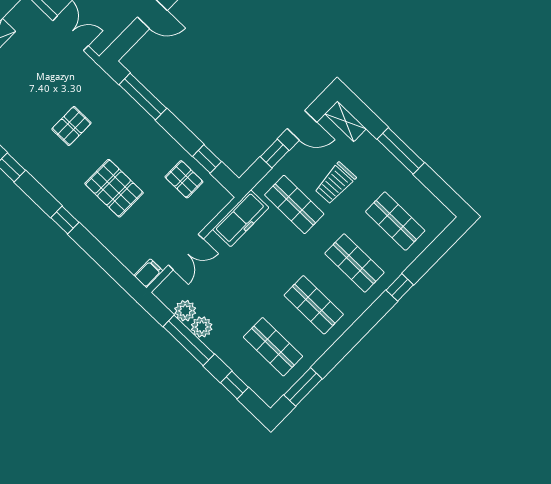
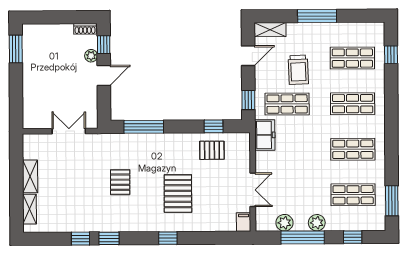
window: (275, 154) -> (248, 100), moved
pallet: (114, 188) -> (178, 194), turned 90
freezer: (241, 218) -> (265, 135), width x0.71
window: (400, 287) -> (391, 55), moved
plant: (202, 327) -> (317, 223), moved

